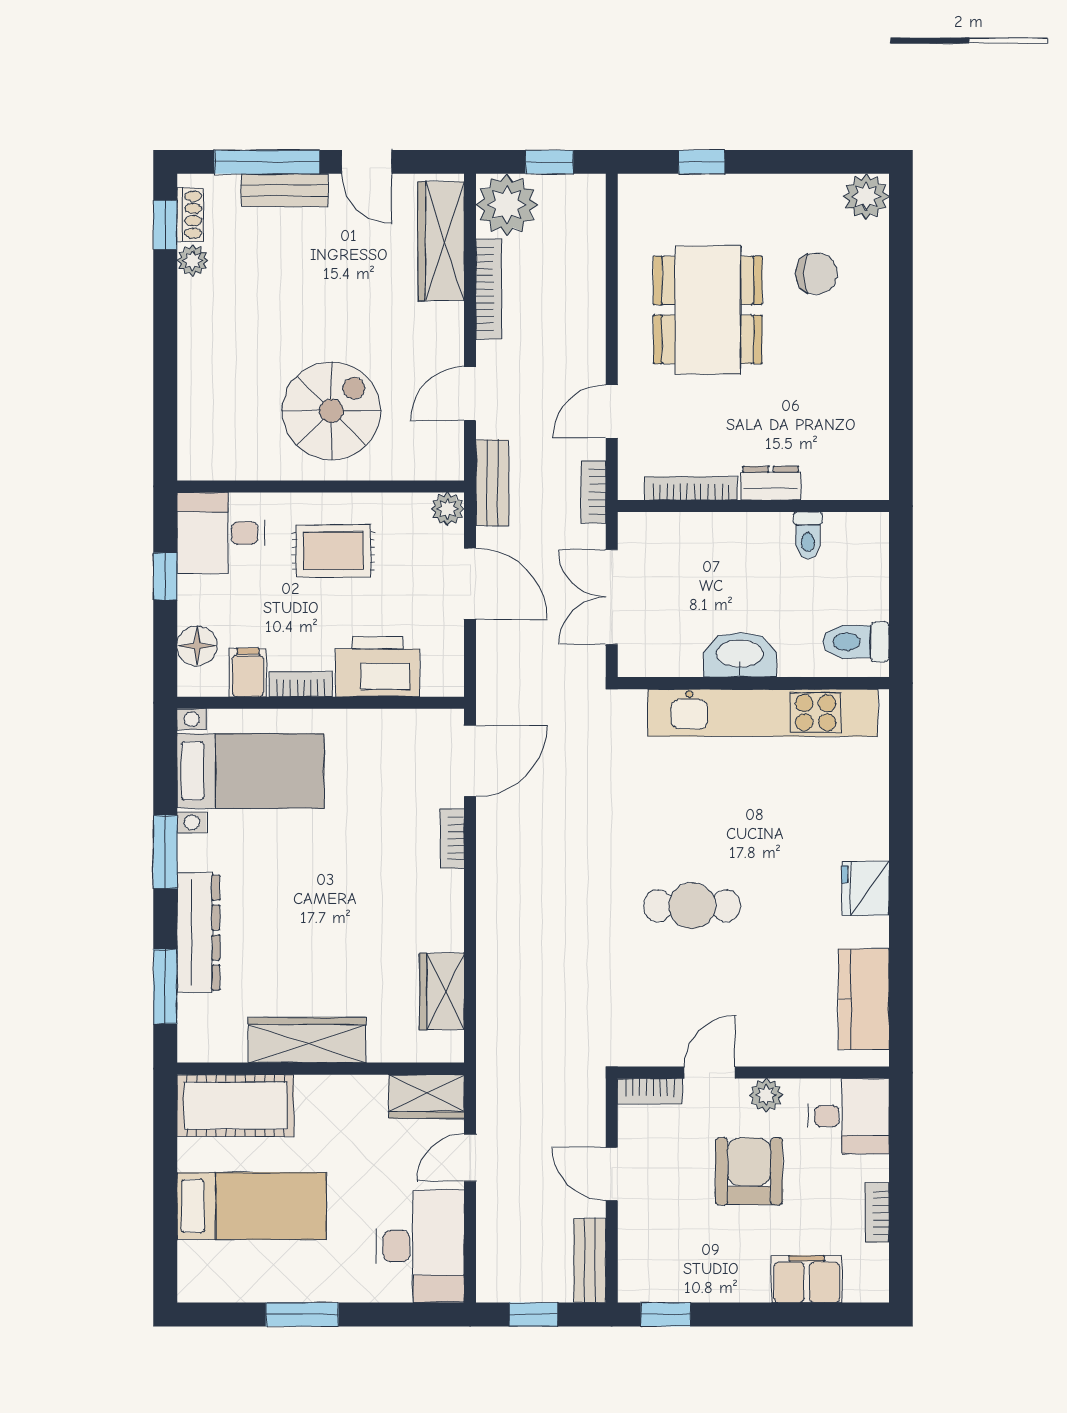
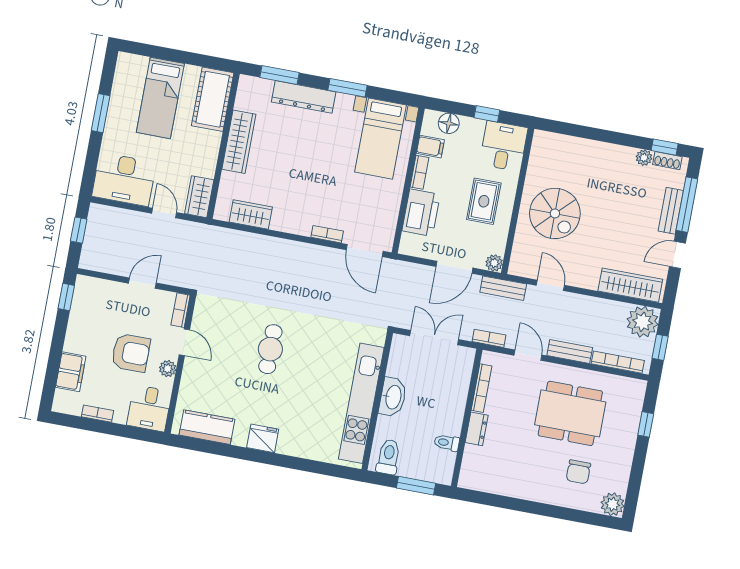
bookcase: (489, 289) -> (618, 362), moved, turned 180
window: (901, 579) -> (416, 486), added
bench: (590, 1261) -> (570, 352), moved

